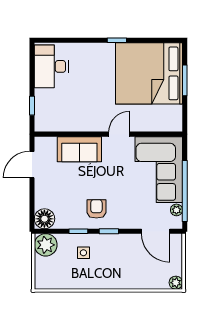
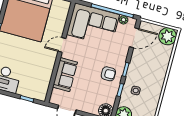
door: (119, 134) -> (62, 45), hinge flipped
armchair: (96, 209) -> (108, 74), turned 180
plant: (176, 283) -> (168, 36), width x1.87, depth x1.87

